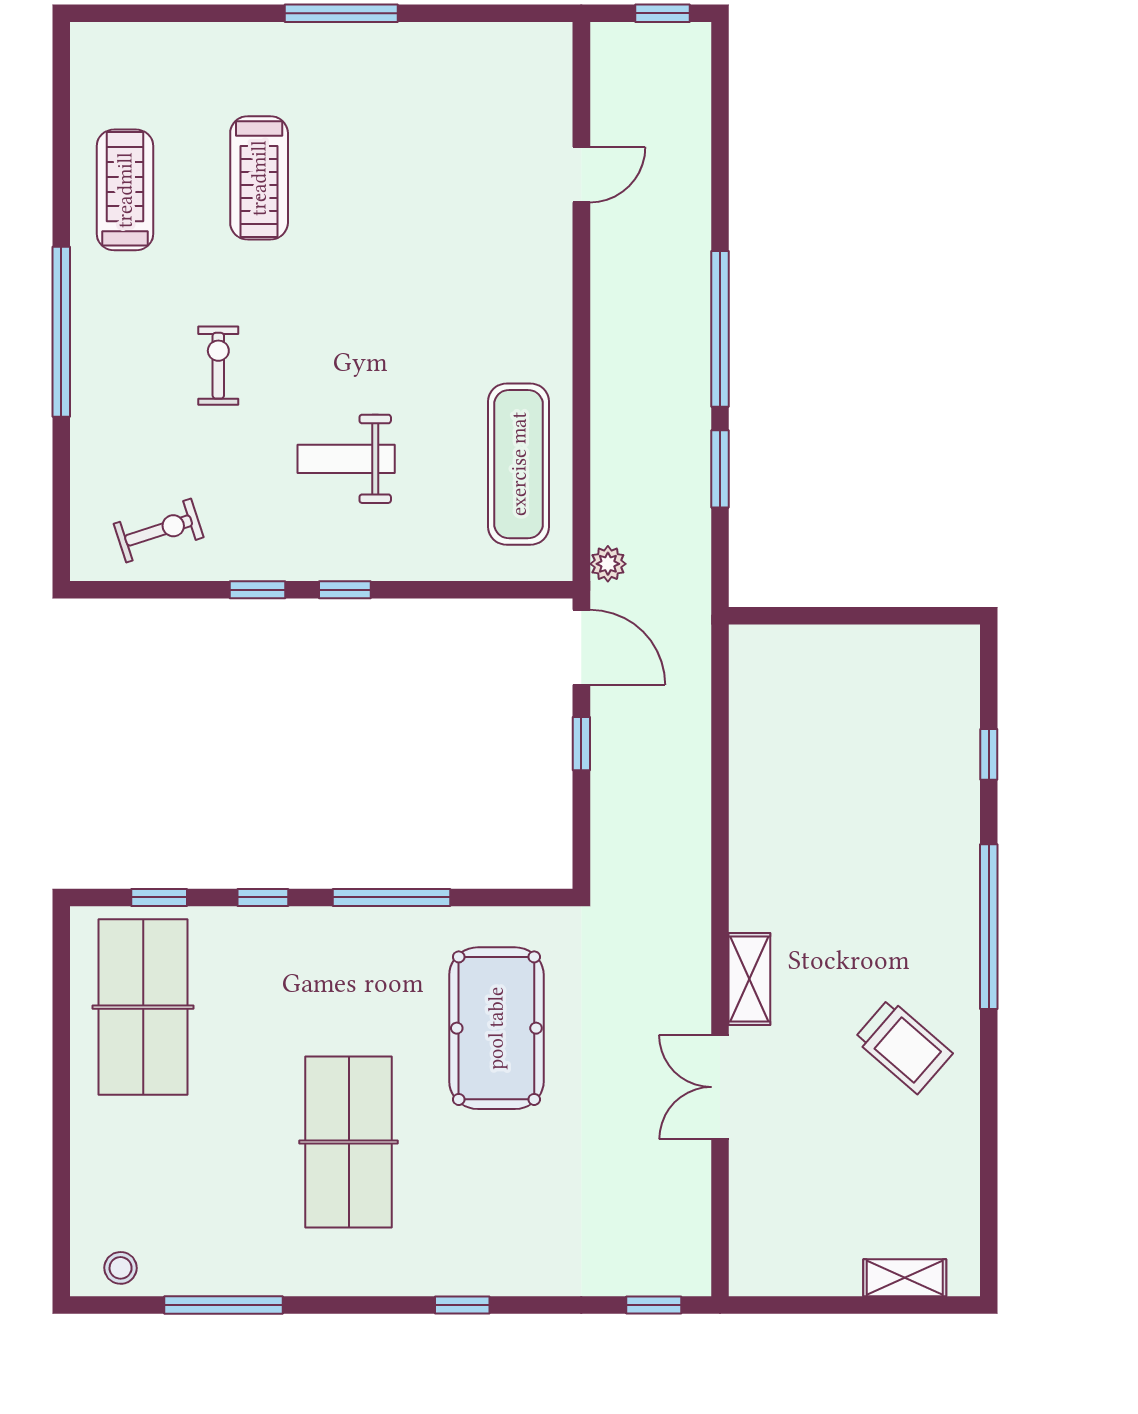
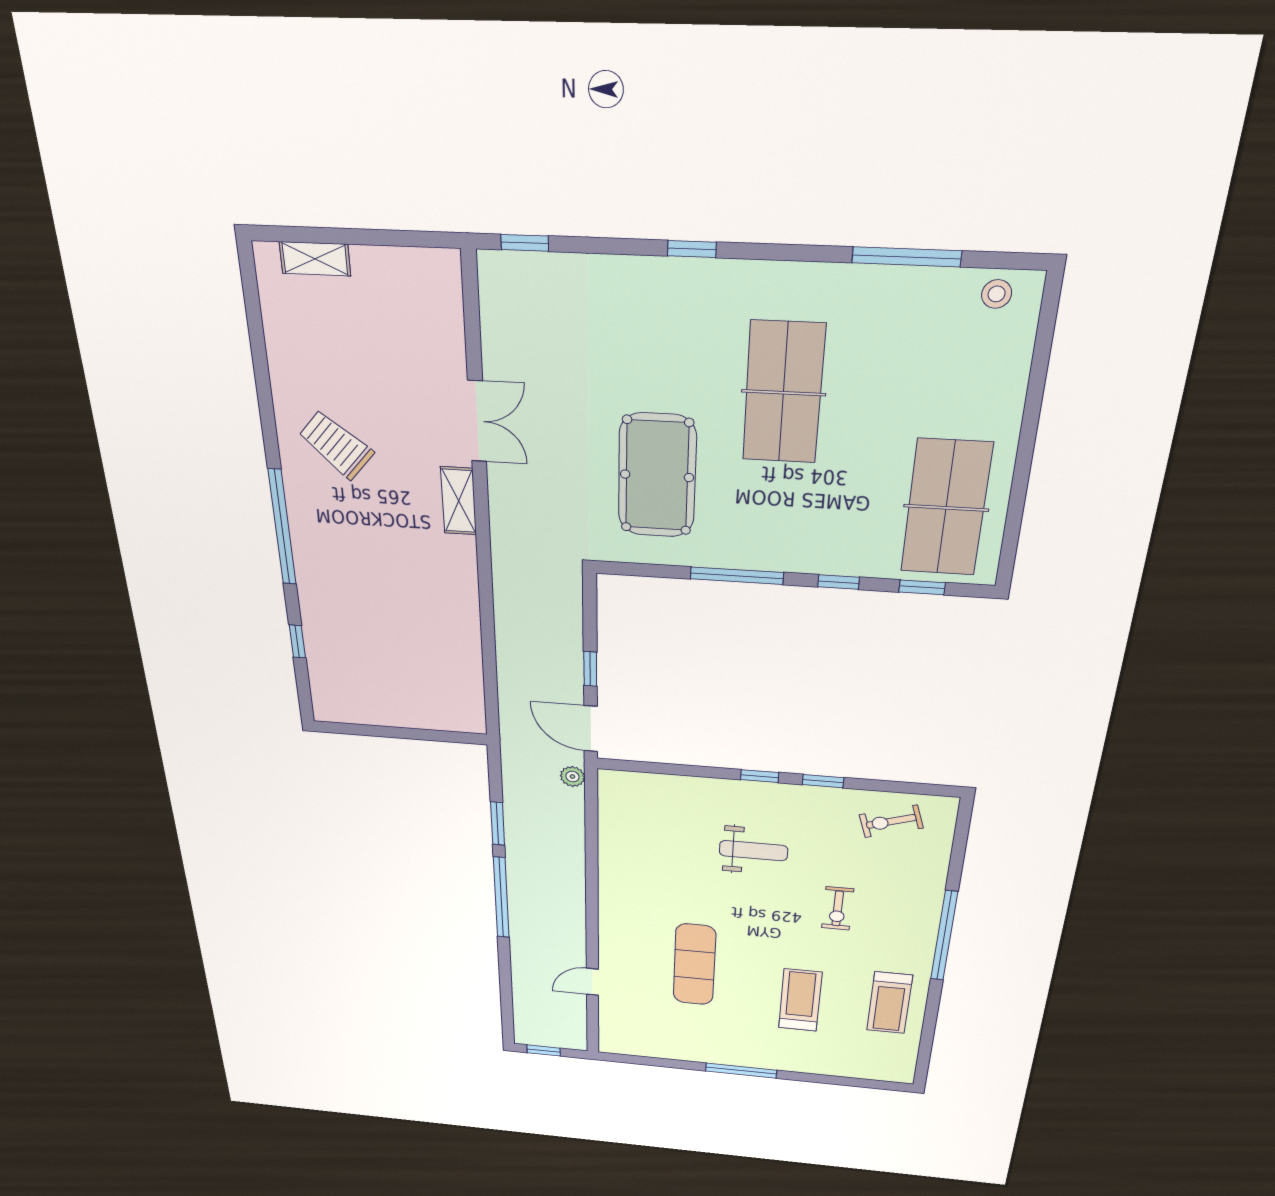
exercise mat: (519, 464) -> (694, 965), moved

